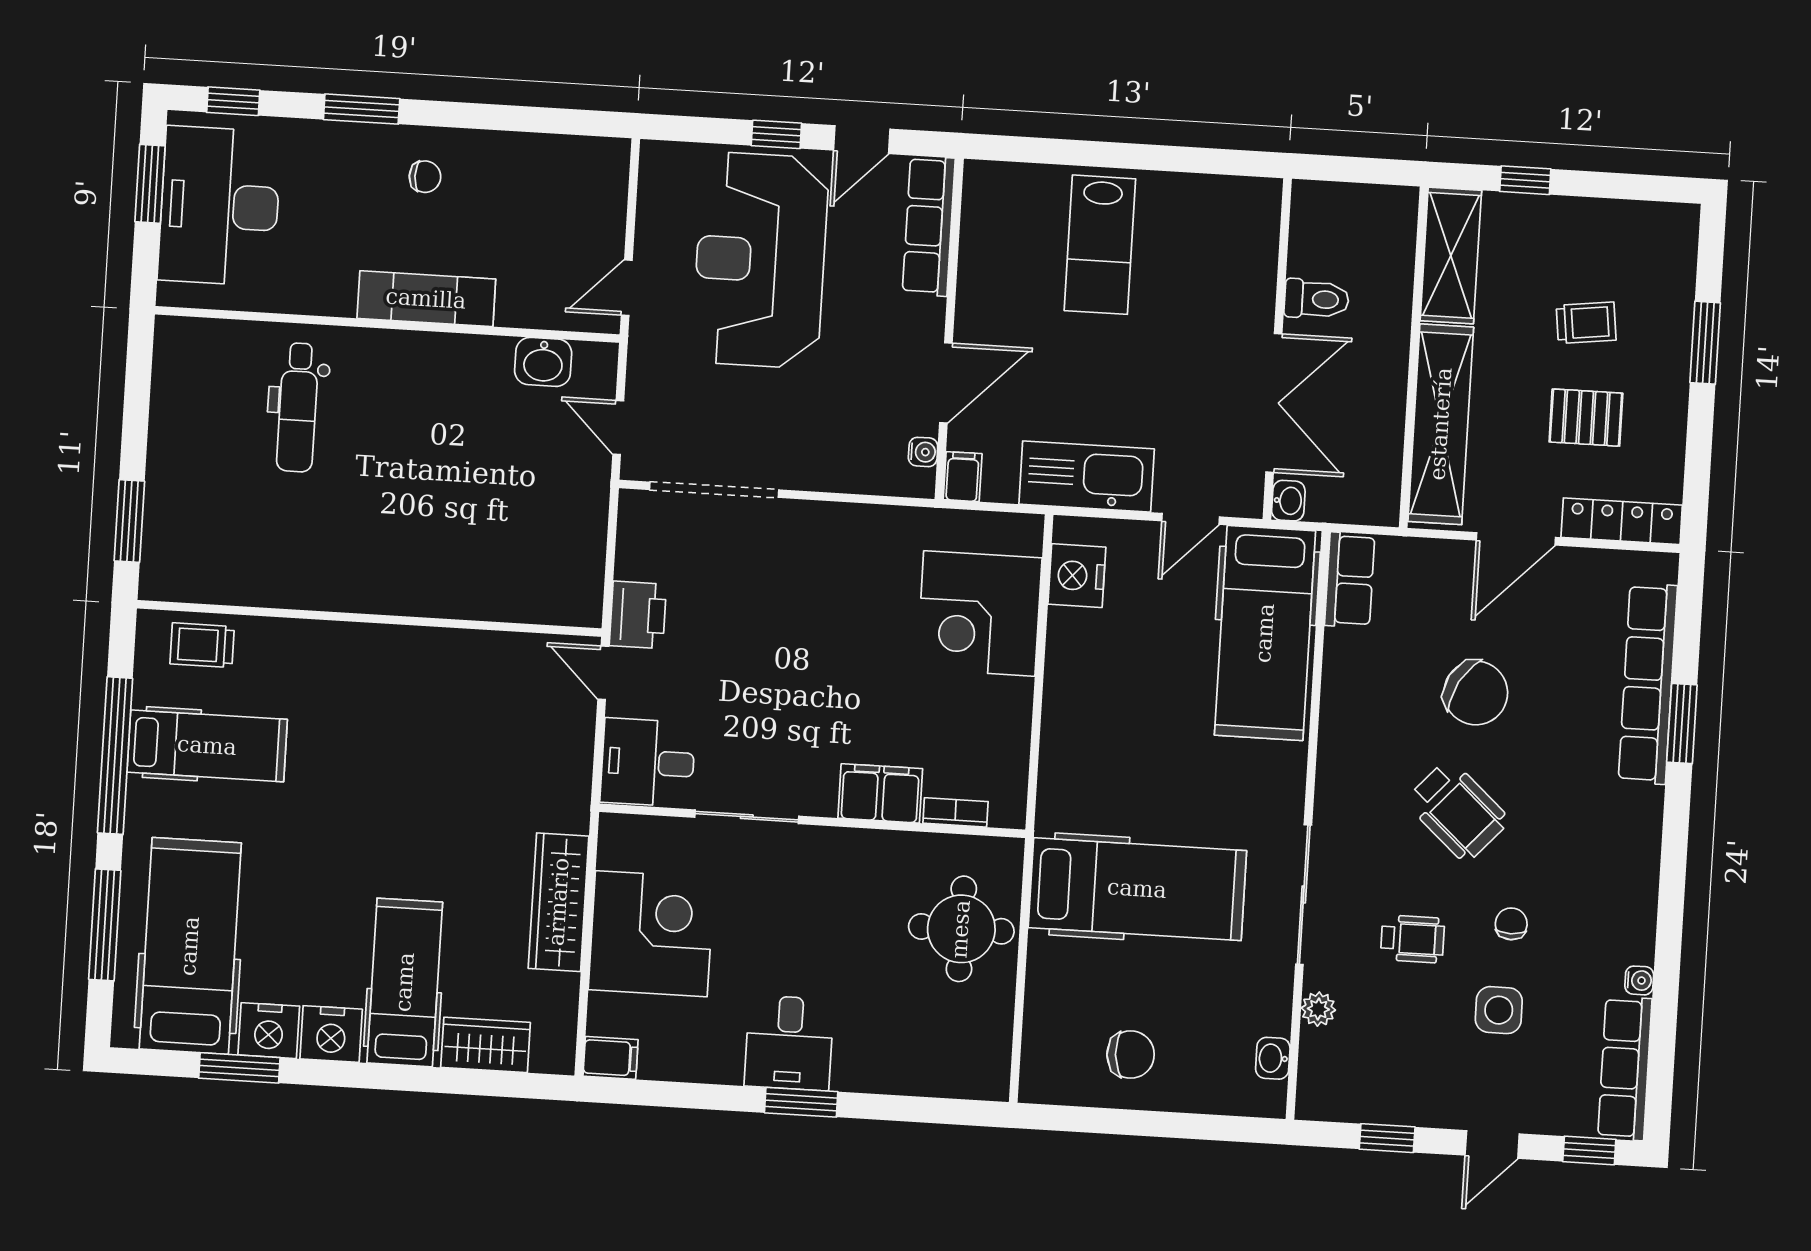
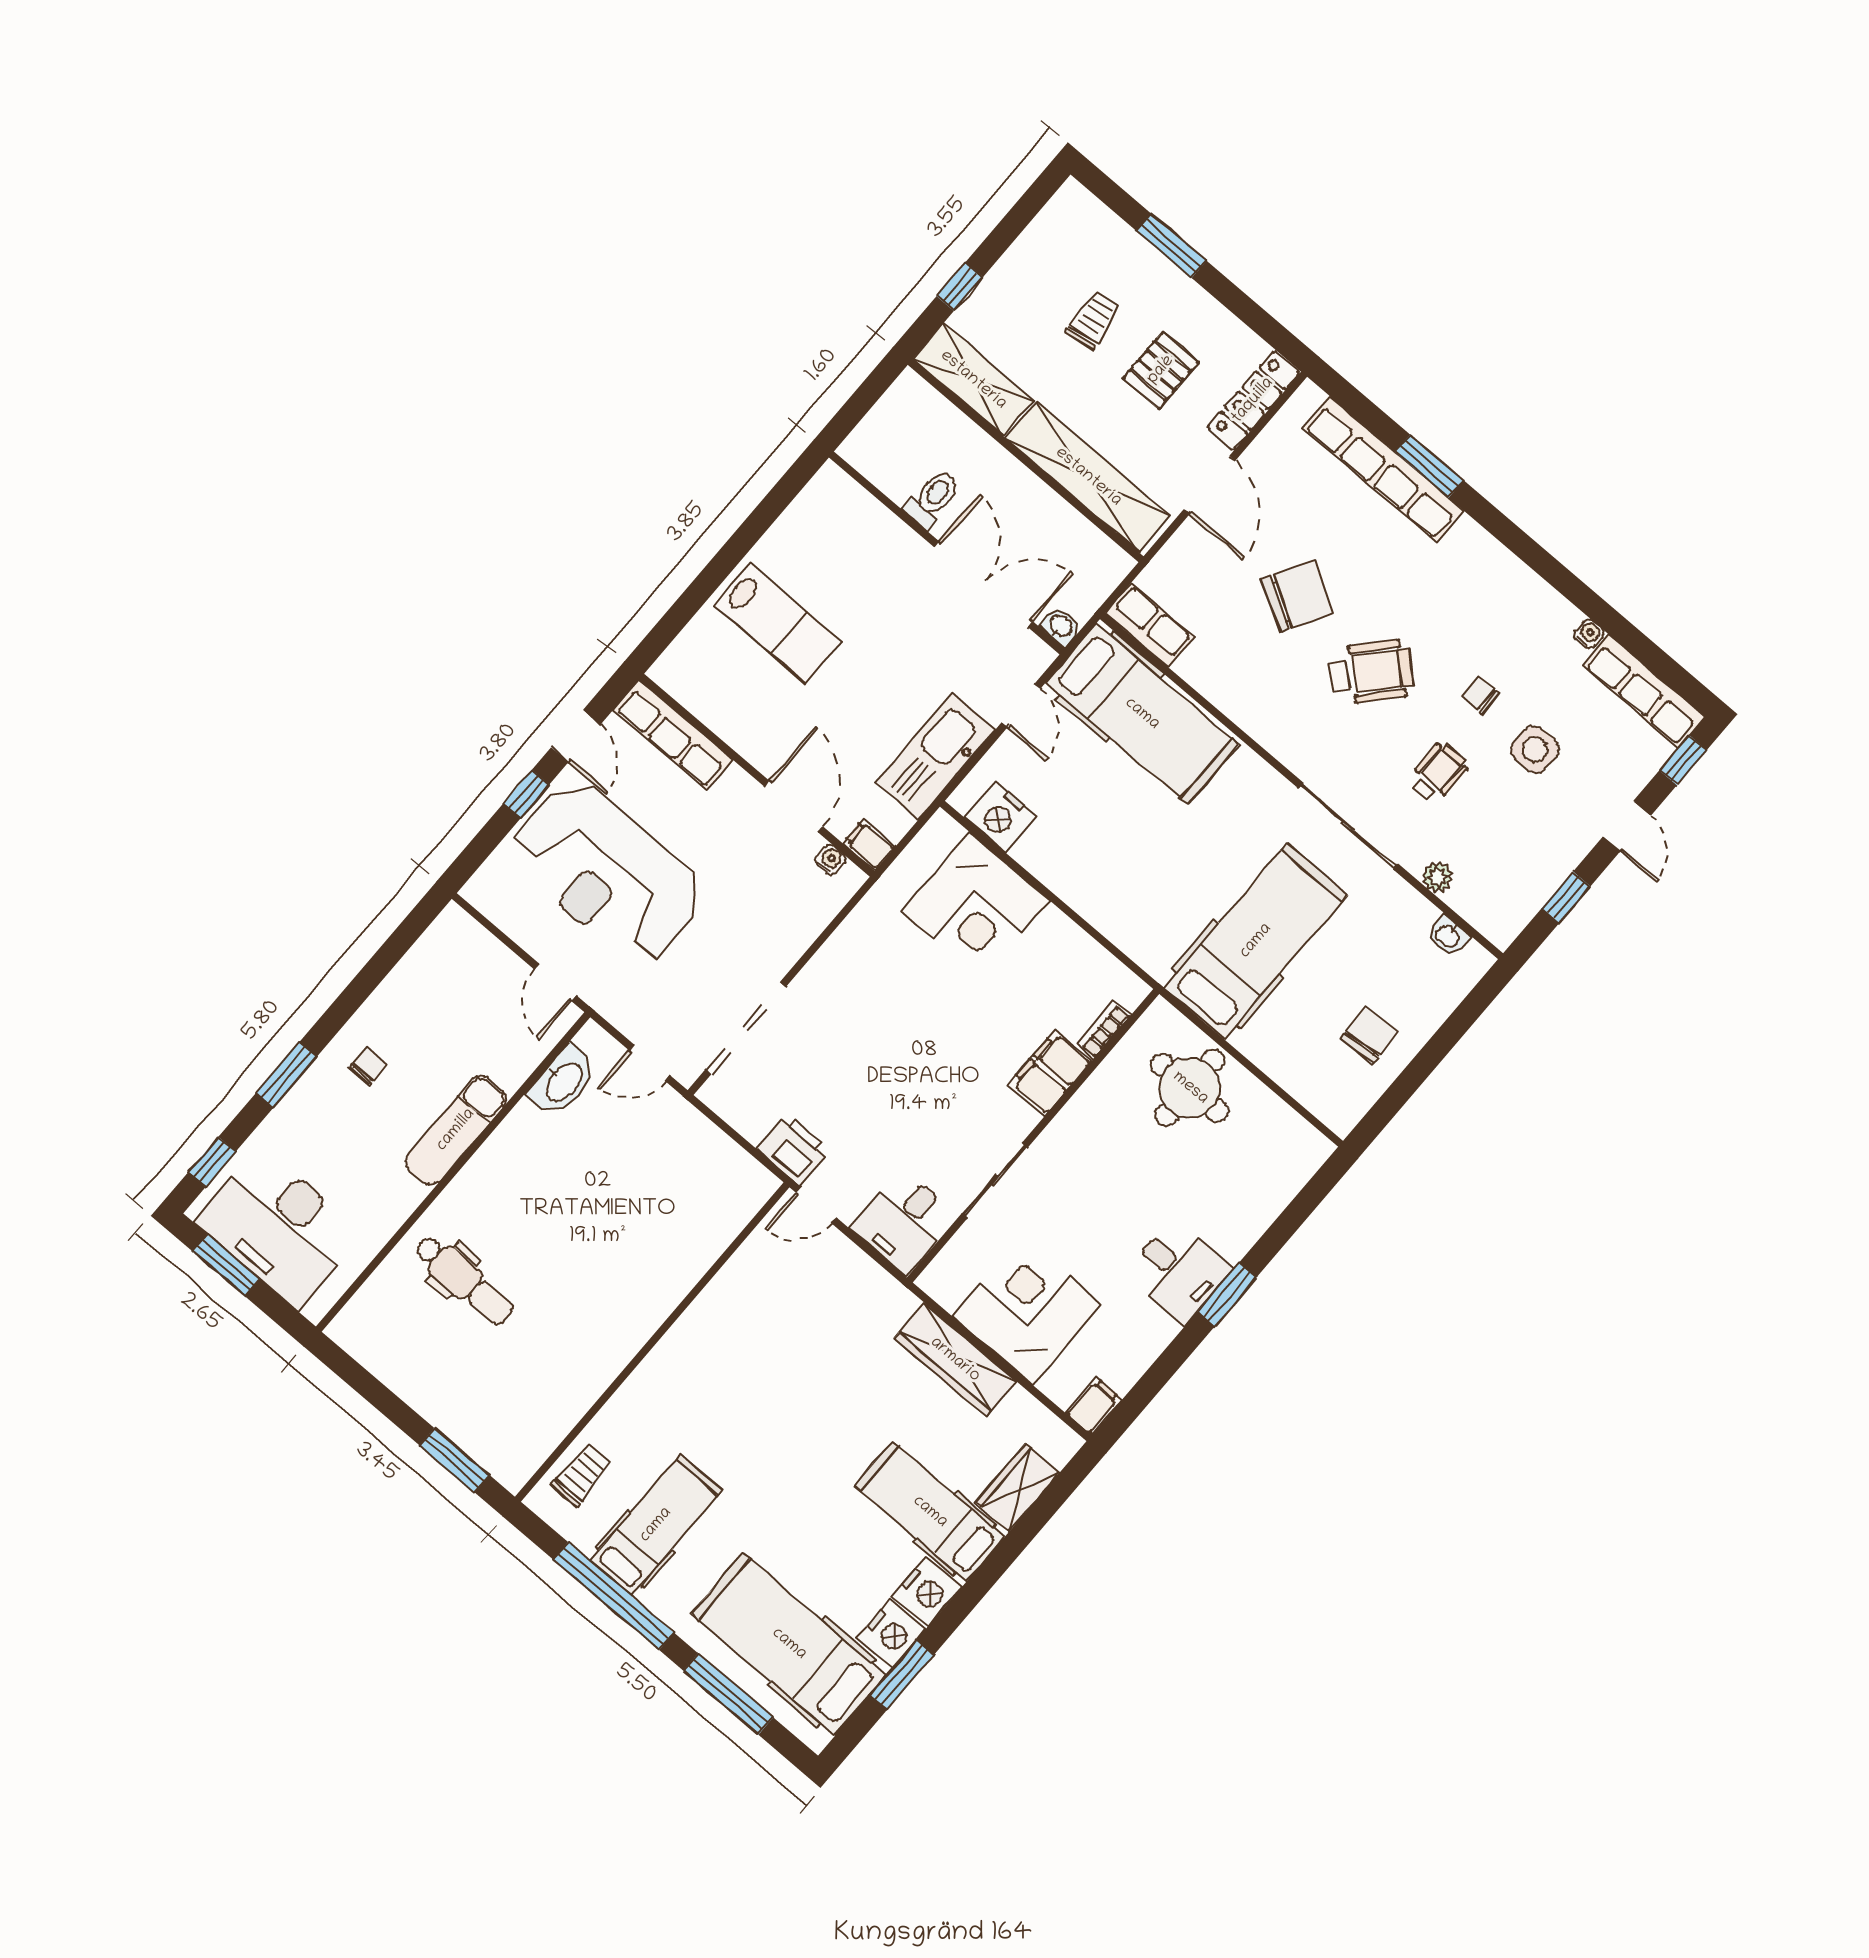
washbasin: (543, 362) -> (563, 1081), width x1.38
trolley: (202, 645) -> (582, 1475), turned 180

